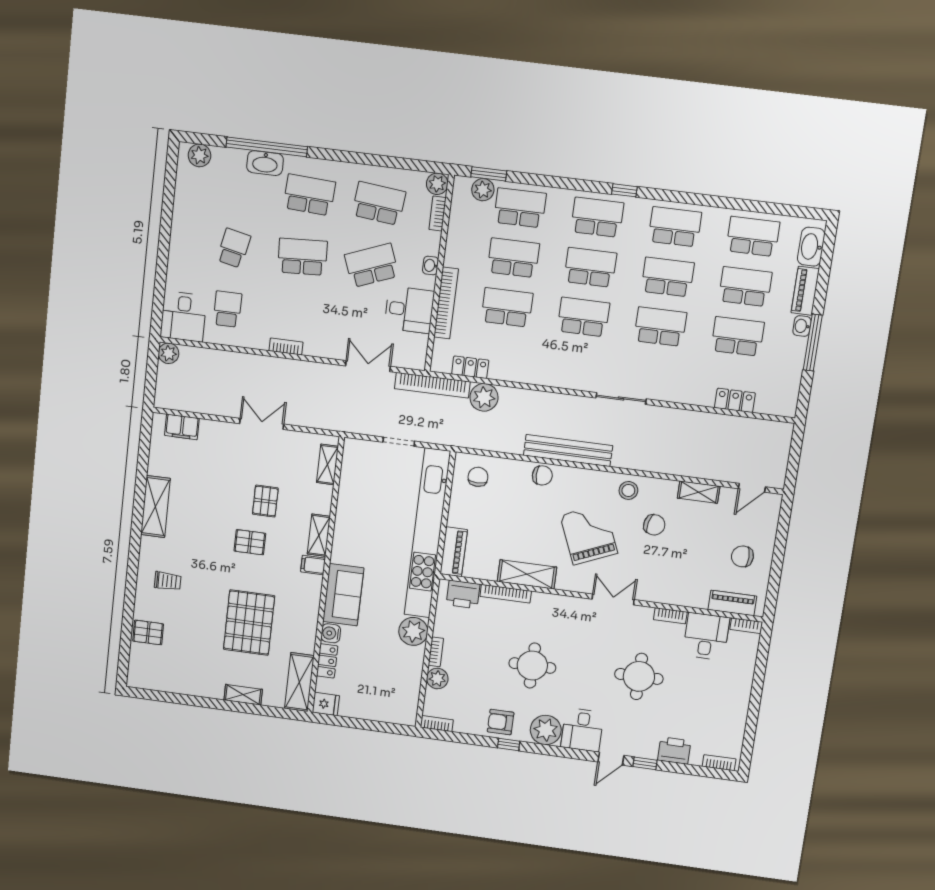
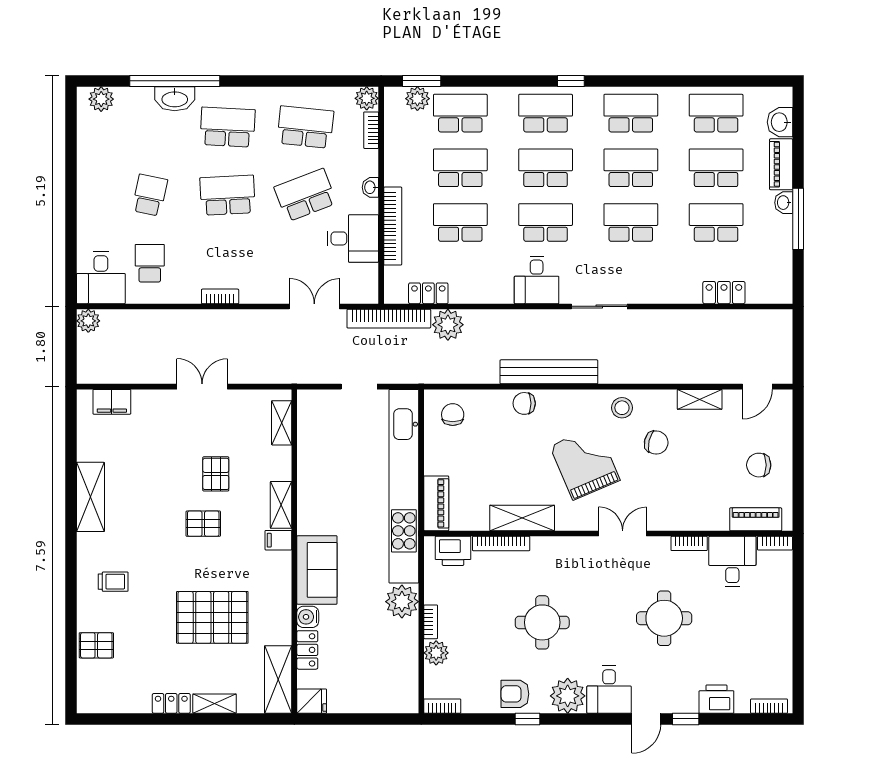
washbasin: (811, 247) -> (780, 122), width x0.72
desk: (568, 368) -> (537, 280), added
chair: (542, 475) -> (524, 403), turned 180
pallet: (249, 623) -> (212, 617), turned 90
locker: (207, 689) -> (171, 703), added

